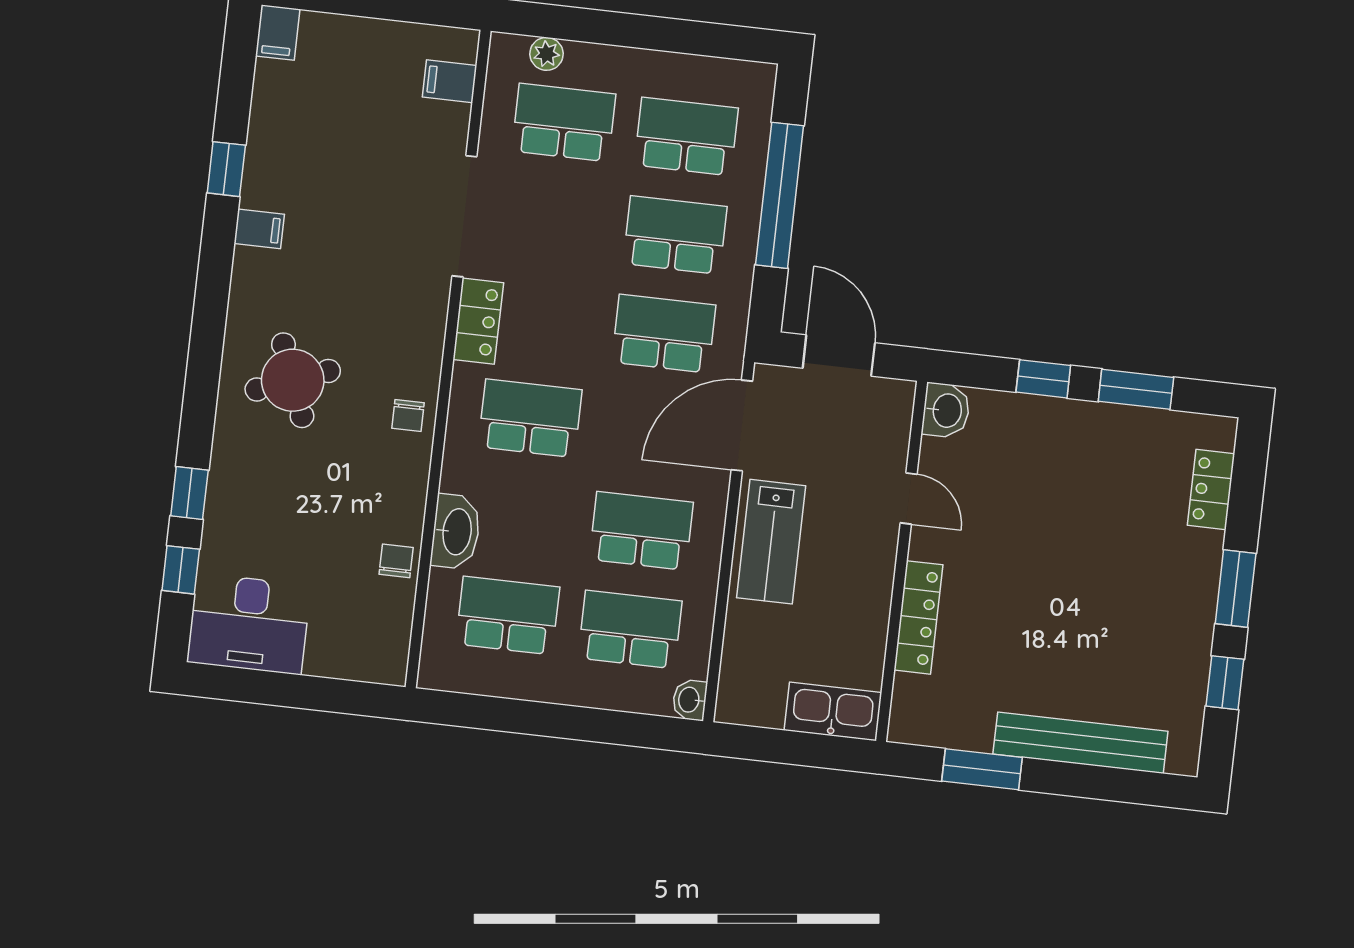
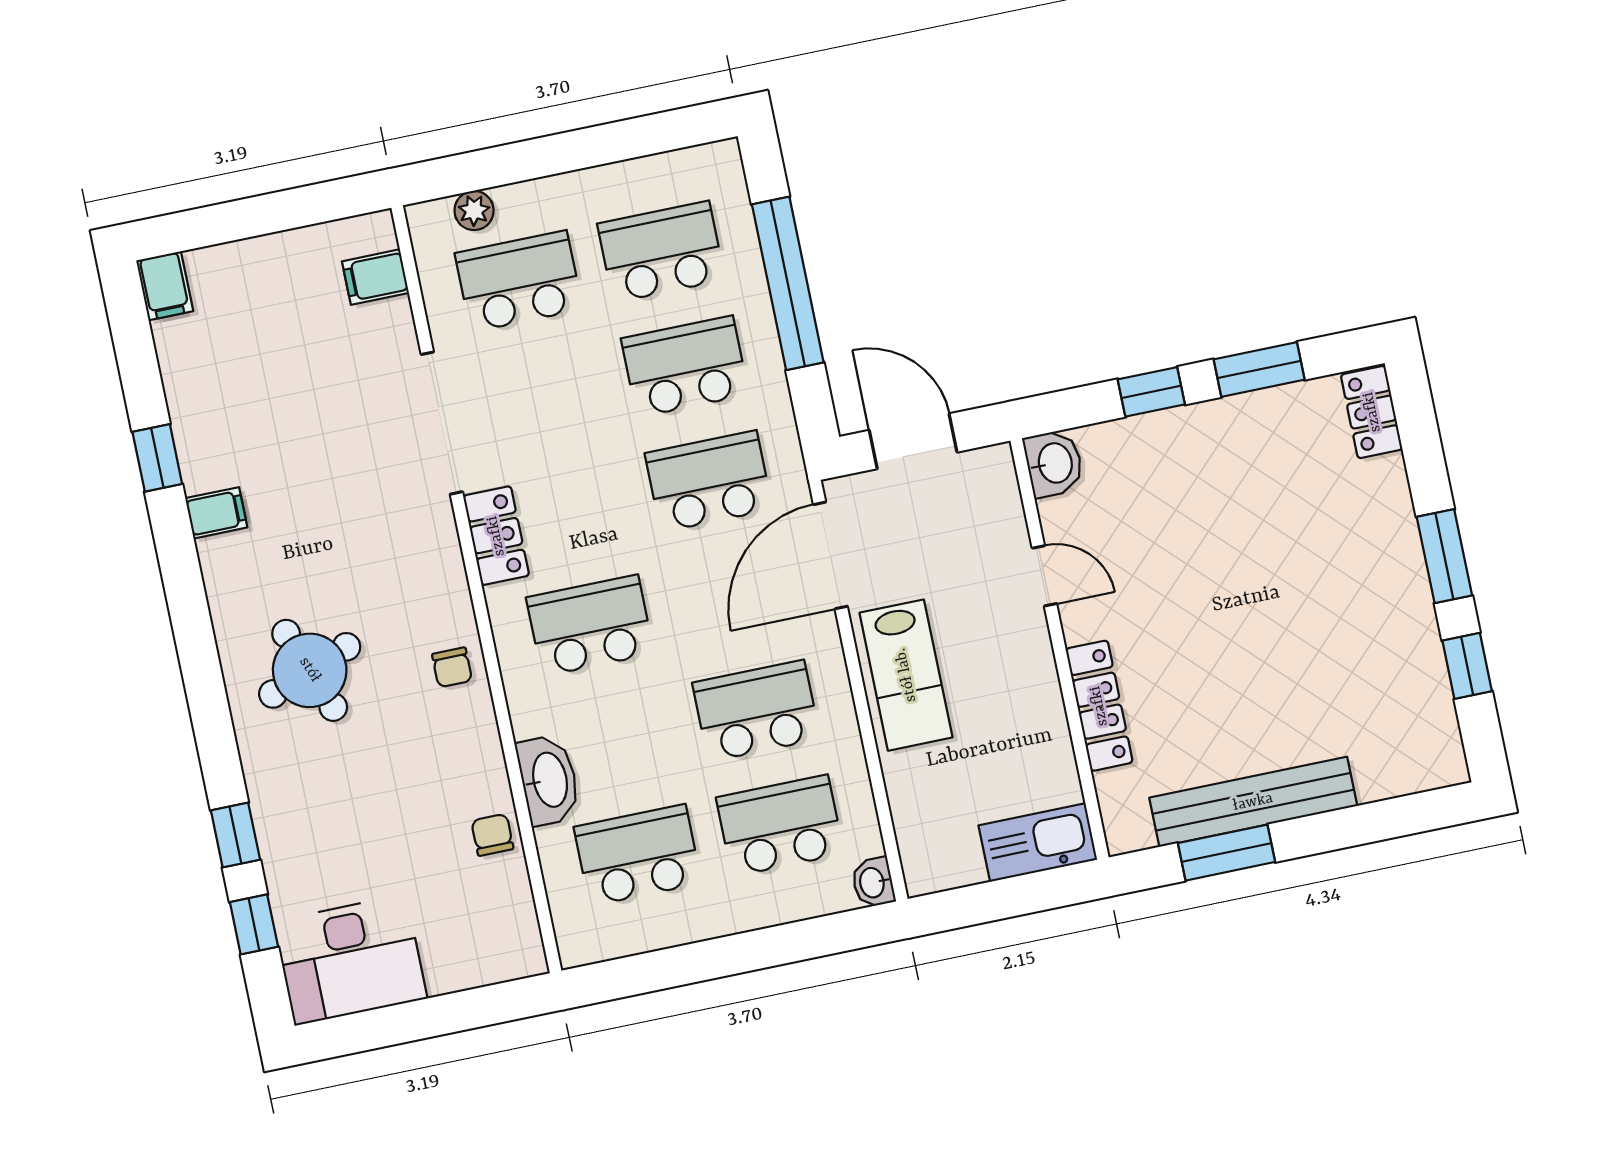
locker: (1211, 489) -> (1372, 412), moved
bench: (1080, 743) -> (1253, 802), moved

